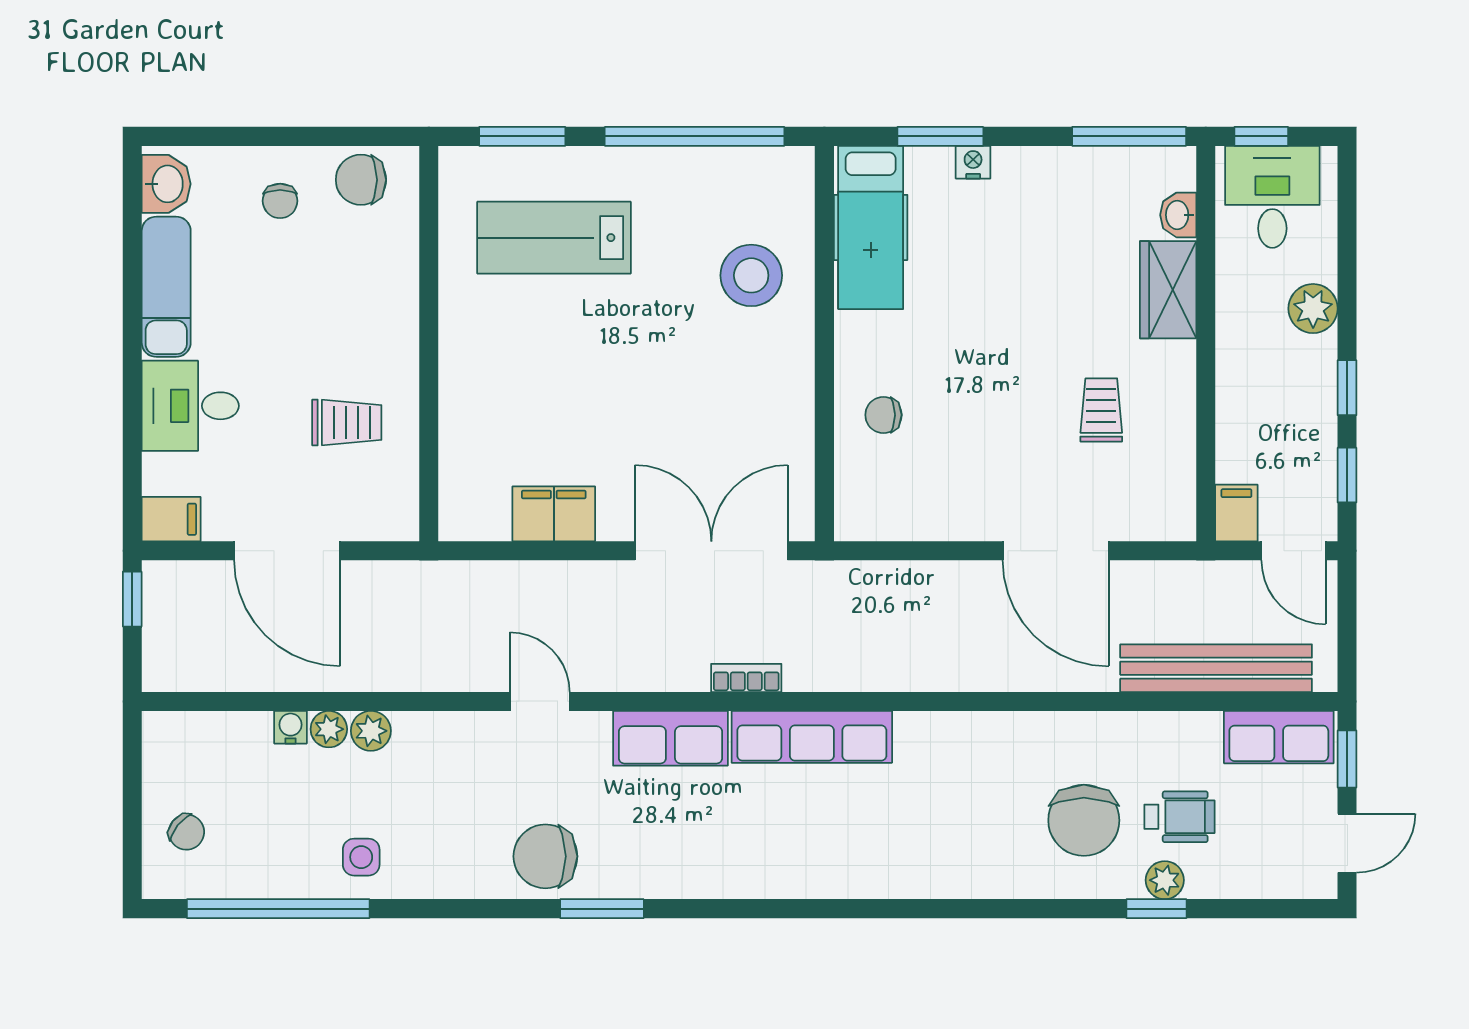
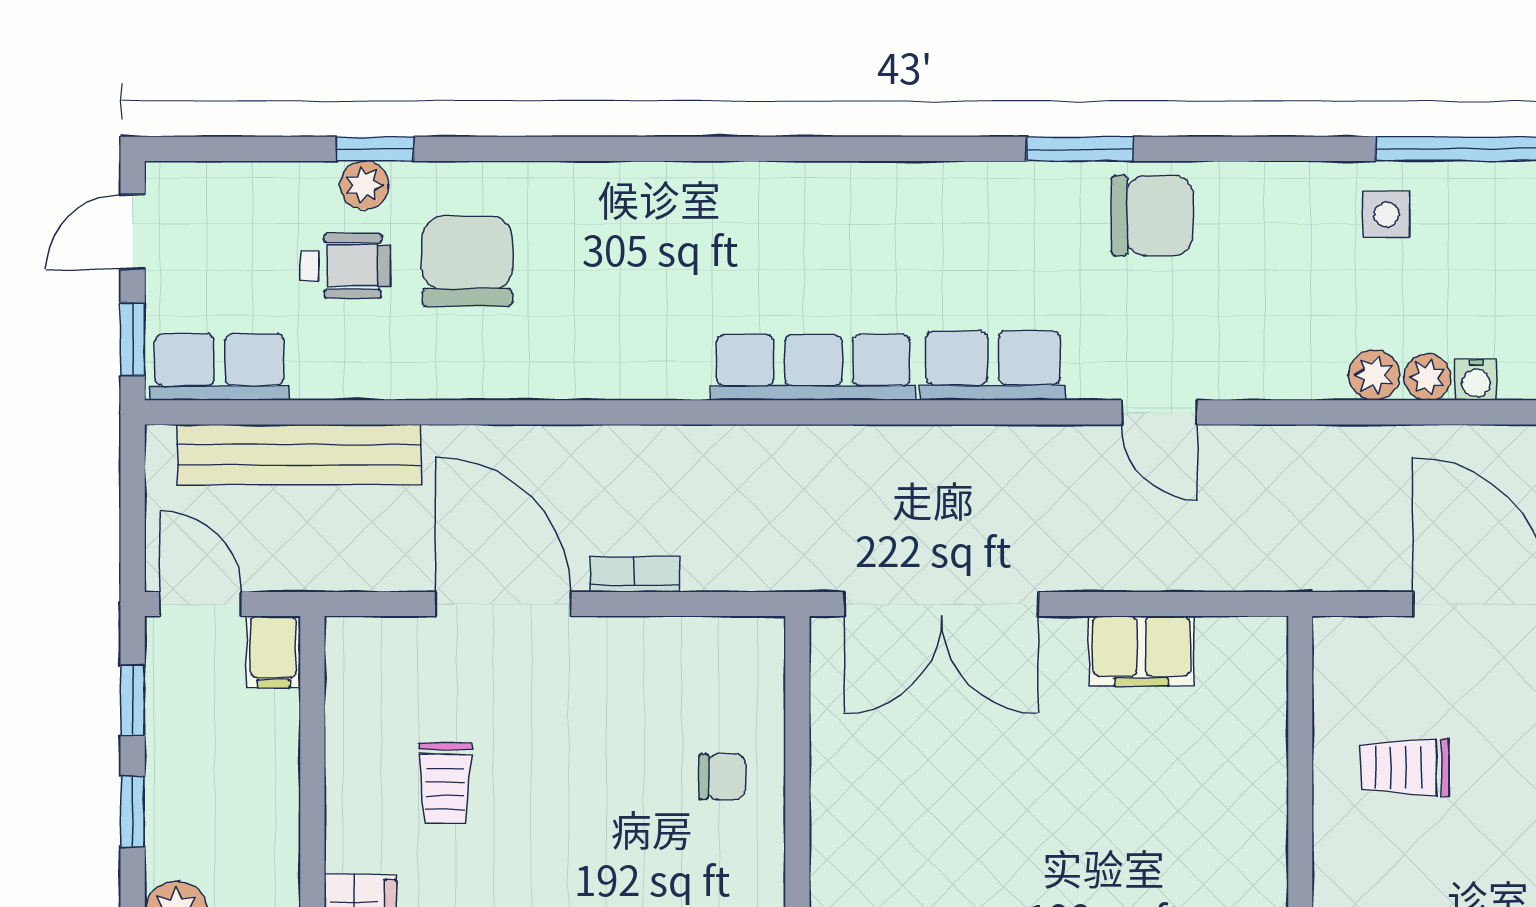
bookcase: (746, 678) -> (634, 574), moved, turned 180
wheelchair: (1180, 817) -> (346, 266), turned 180

